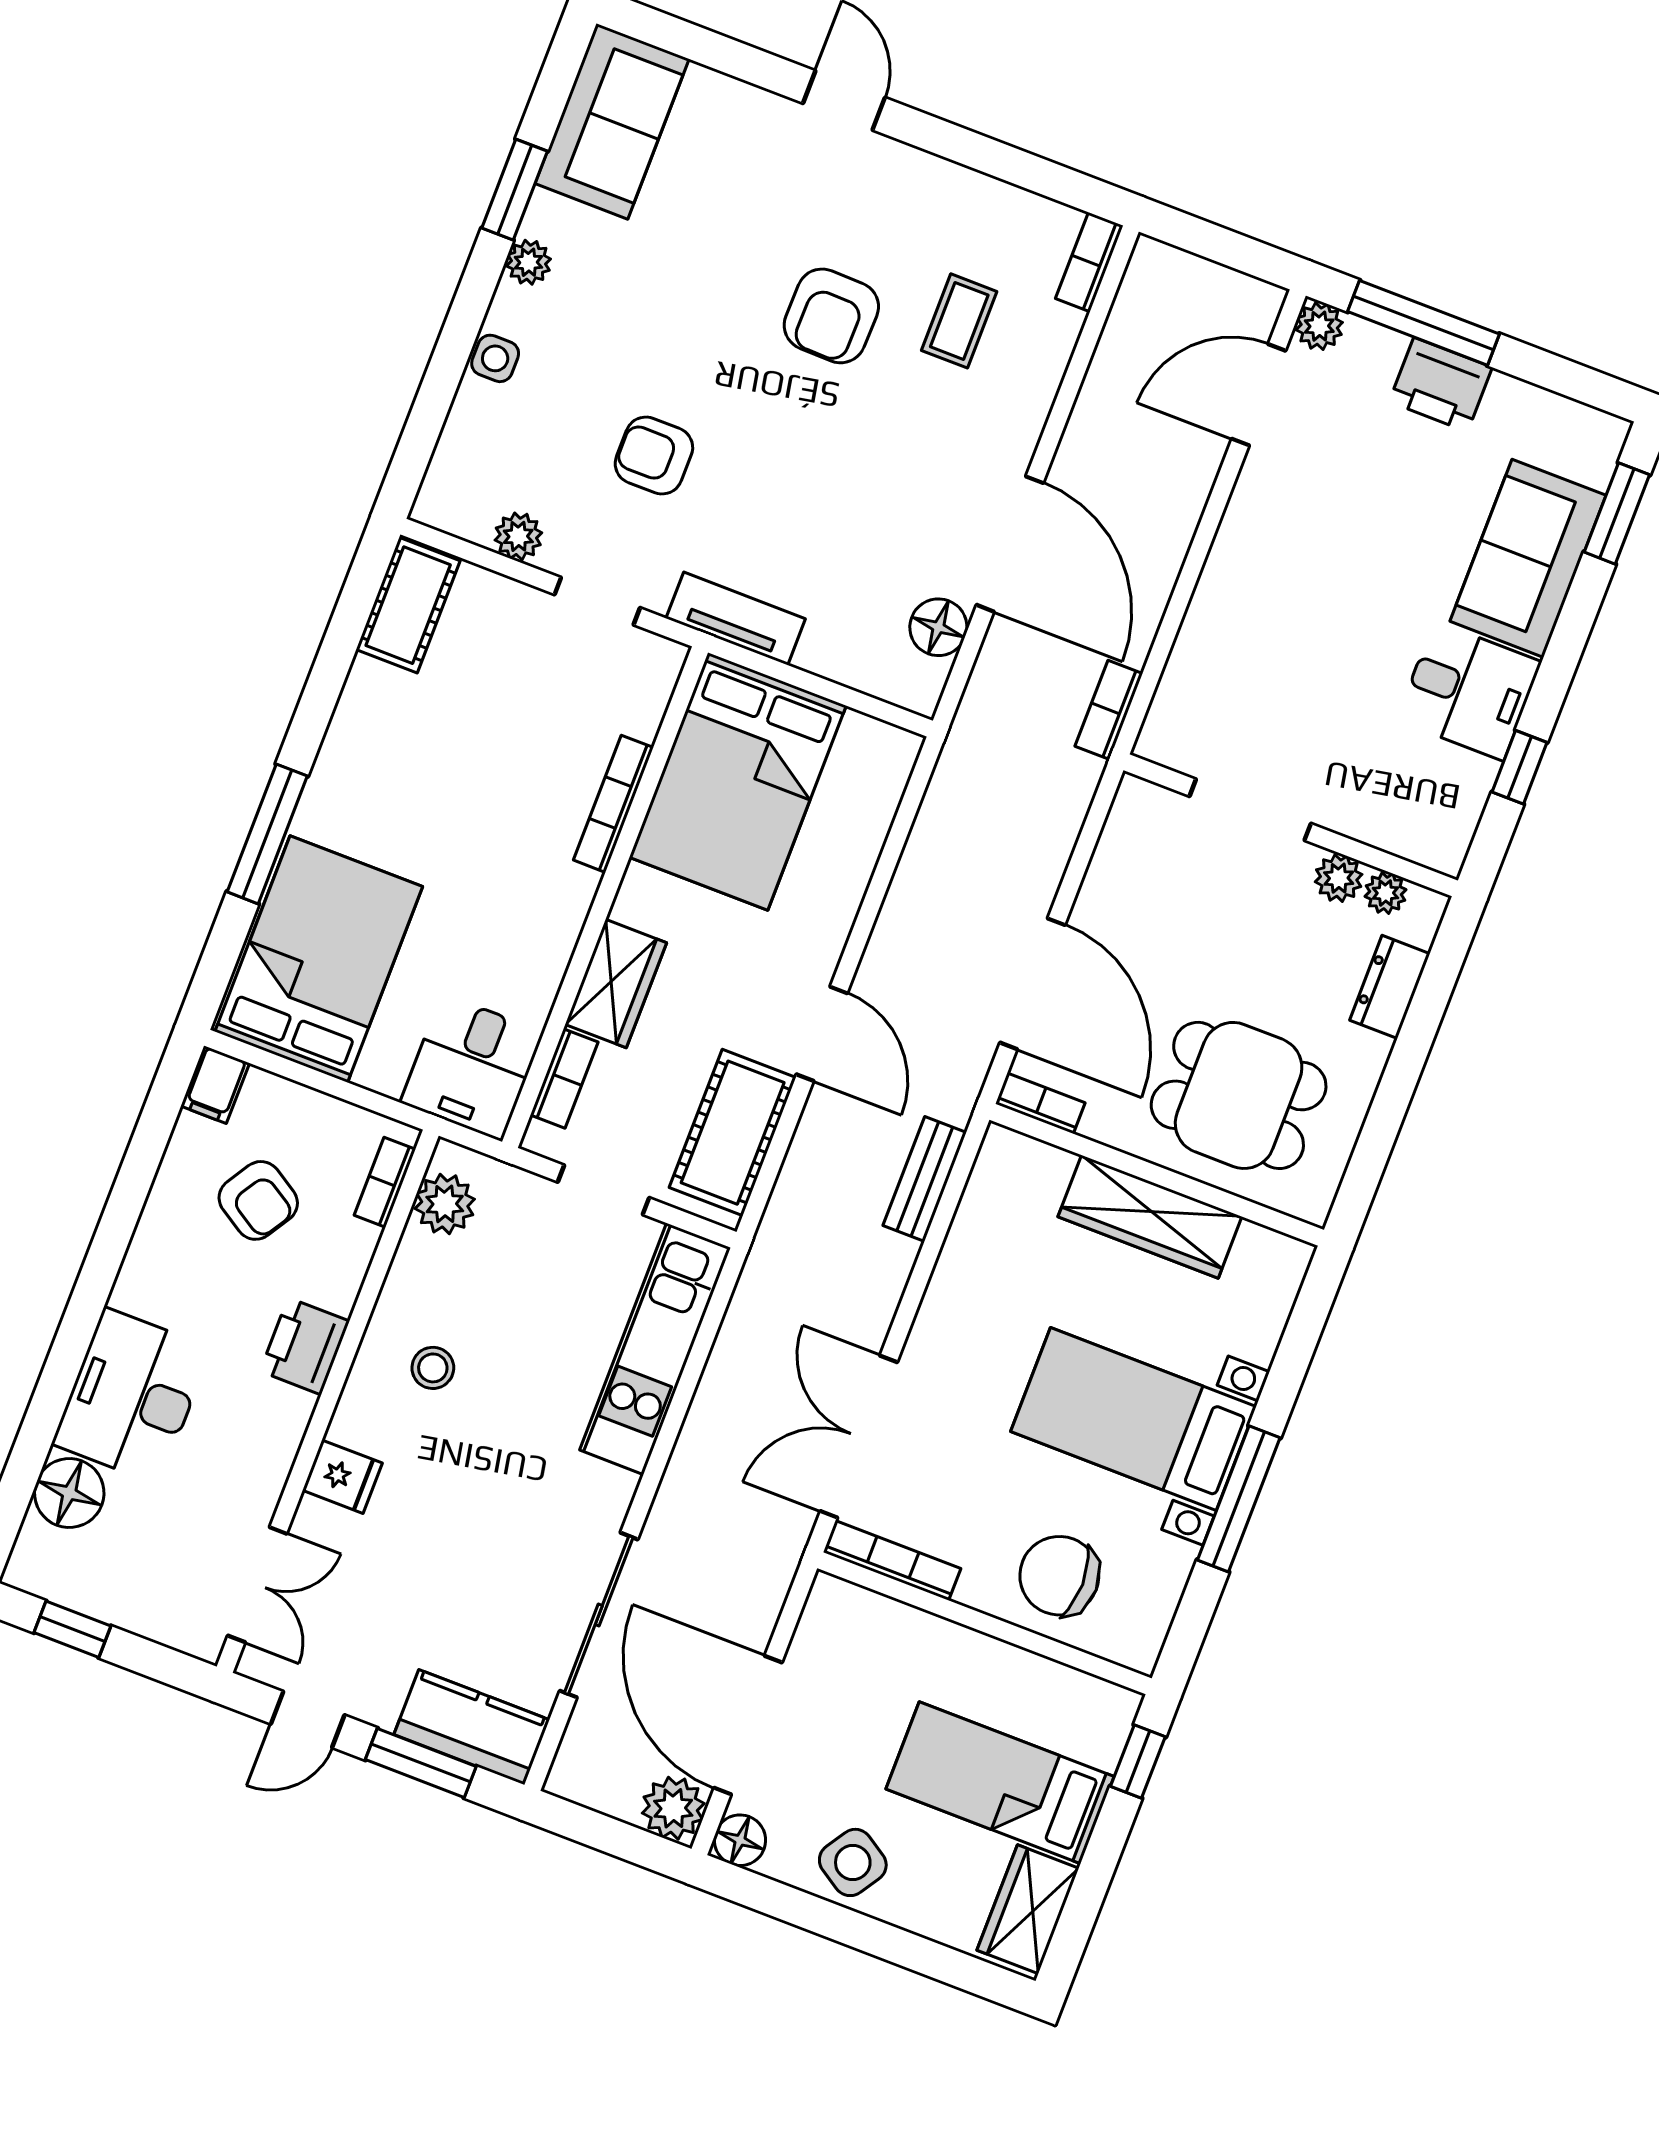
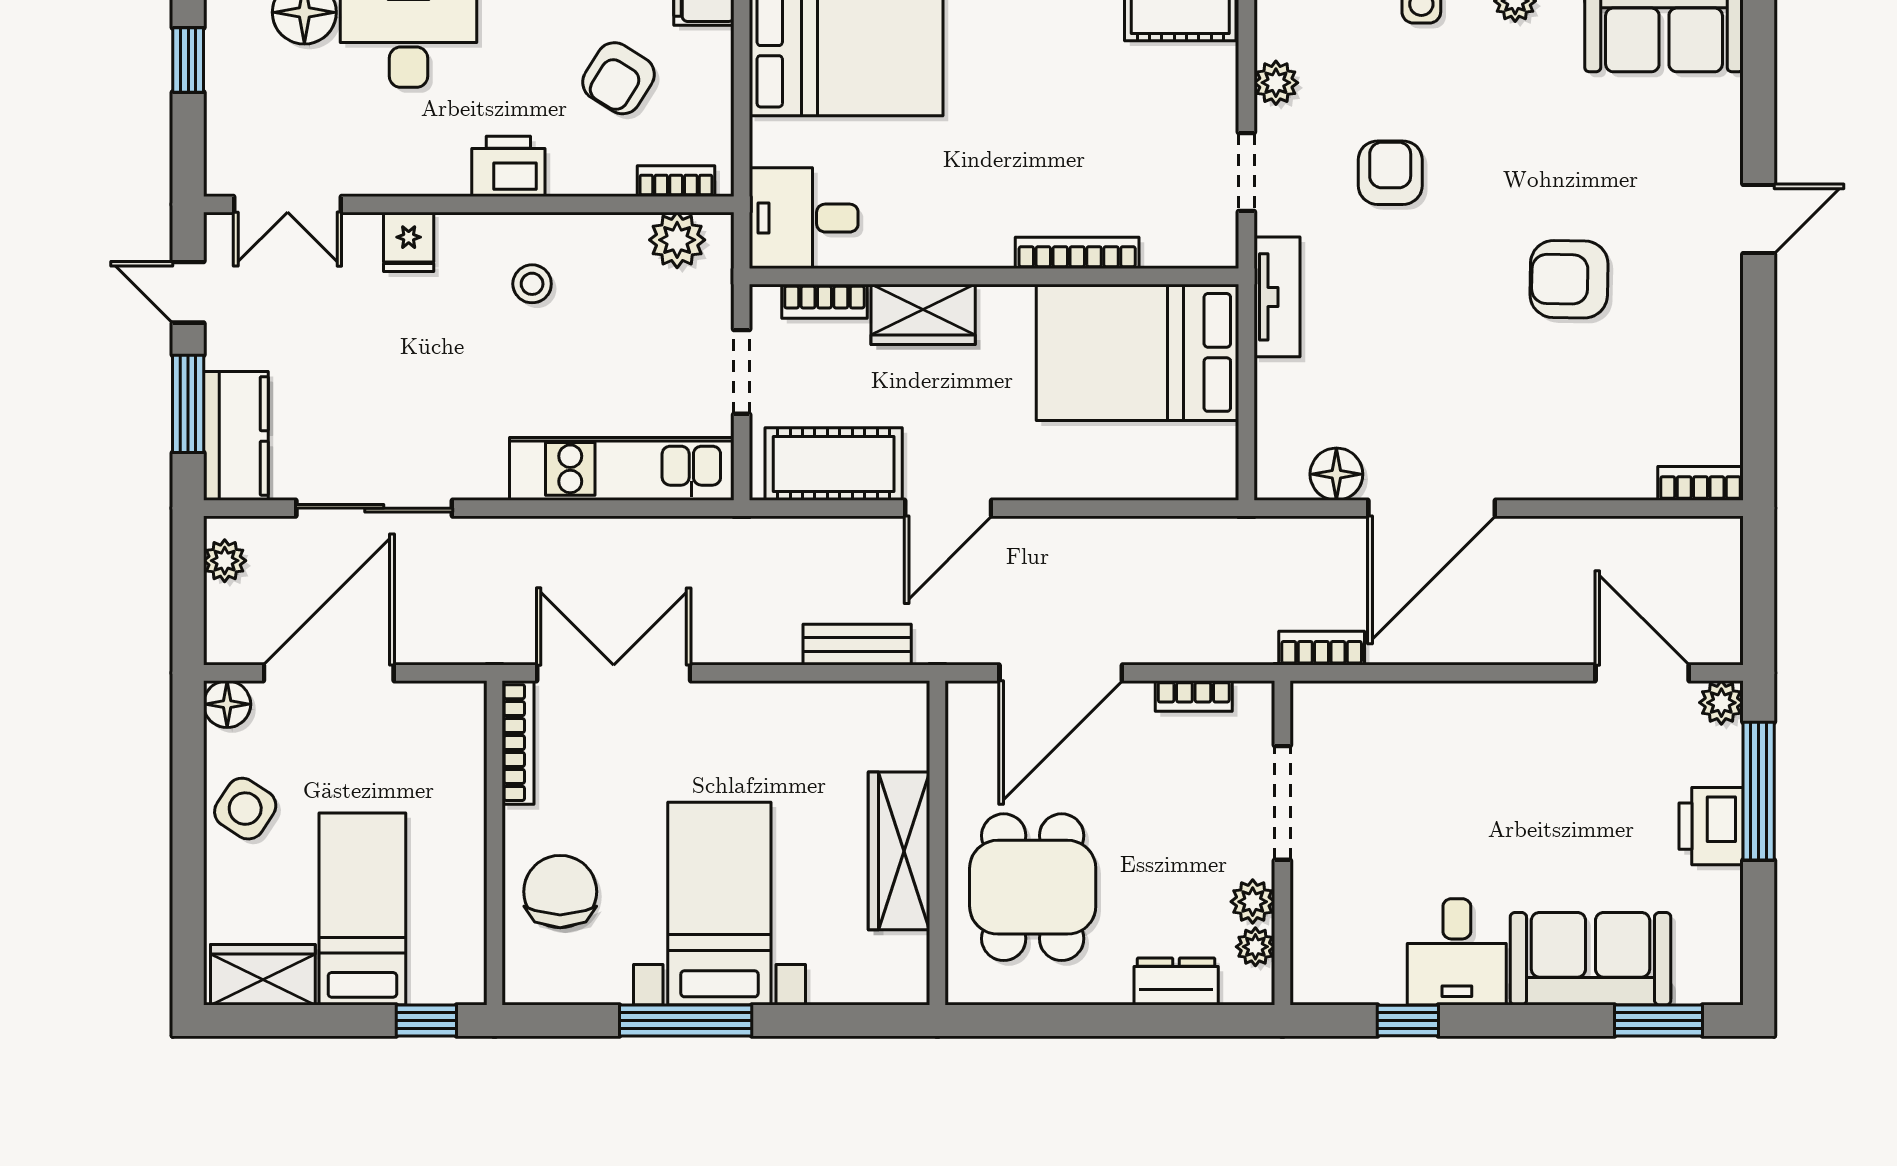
coffee table: (959, 321) -> (1607, 391), removed
bookcase: (1040, 1103) -> (1194, 696), moved, turned 90
plant: (673, 1808) -> (225, 561), moved, width x0.73, depth x0.73

